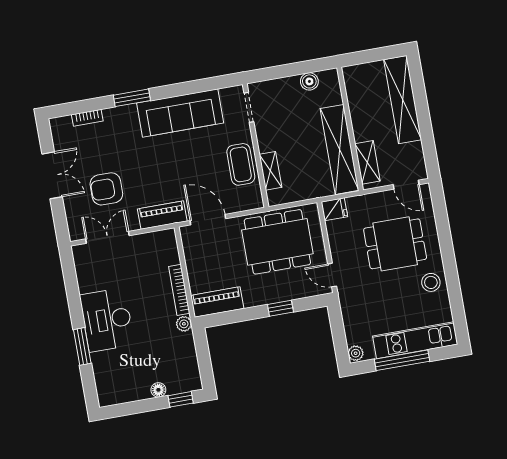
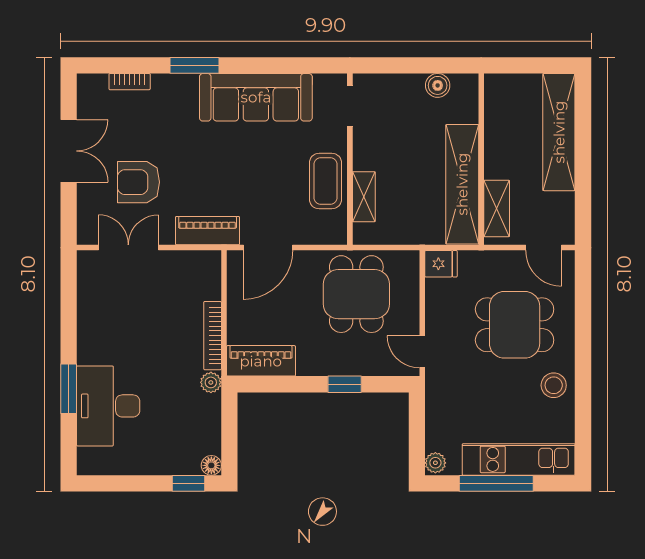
door: (208, 220) -> (268, 248), swing flipped
dining table: (277, 242) -> (356, 294), width x0.73
desk: (107, 320) -> (108, 406), moved
floor lamp: (158, 390) -> (211, 465), moved

